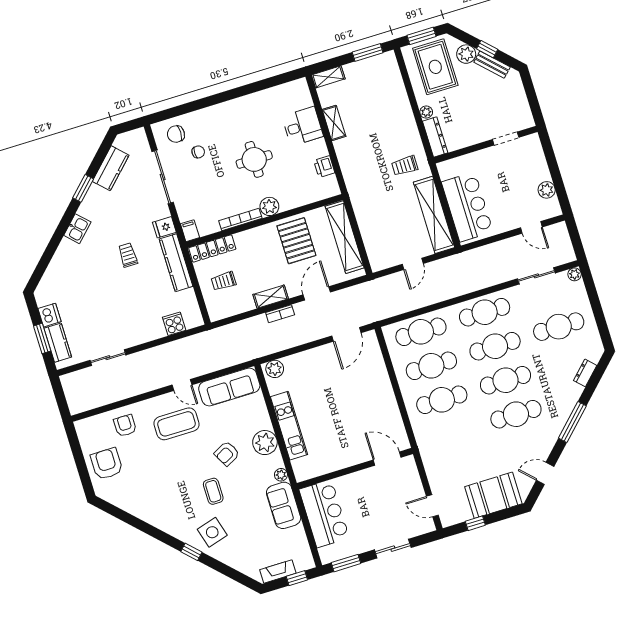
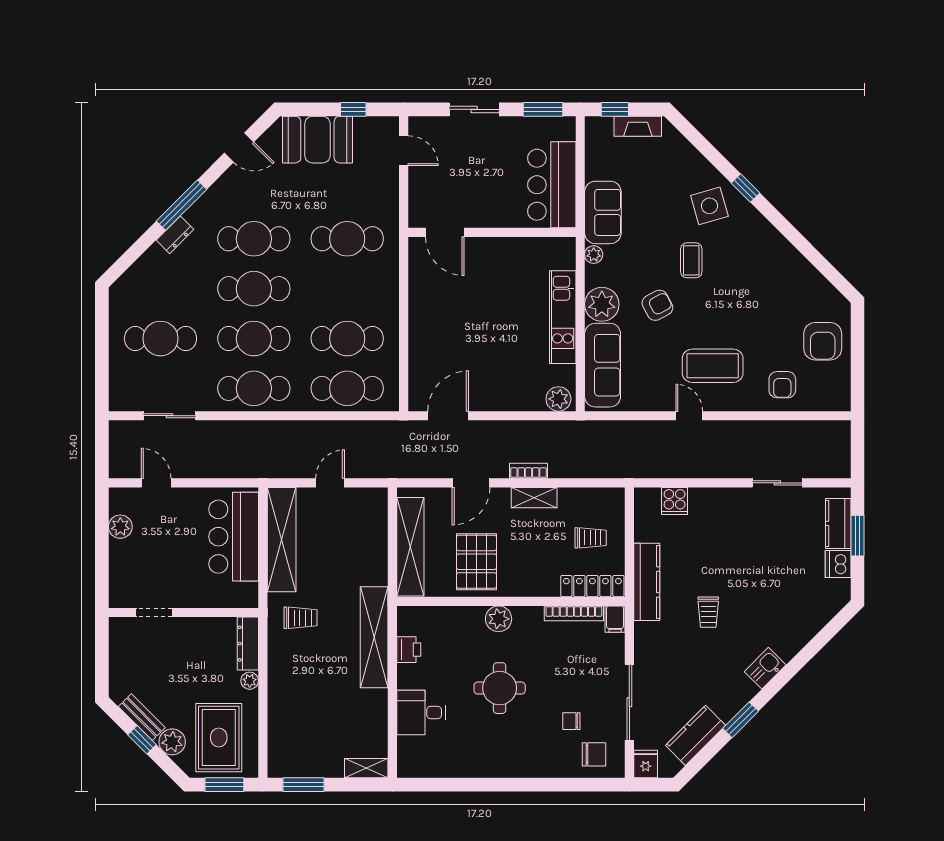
shelving: (334, 123) -> (374, 637), moved, width x2.20, depth x1.33
bookcase: (240, 219) -> (574, 613), moved
fridge: (164, 227) -> (646, 764), moved, turned -90
plant: (575, 274) -> (118, 402), removed
dresser: (585, 373) -> (175, 235), moved
sofa: (229, 387) -> (603, 365), moved, turned 90
cafe table: (442, 400) -> (347, 239), moved

